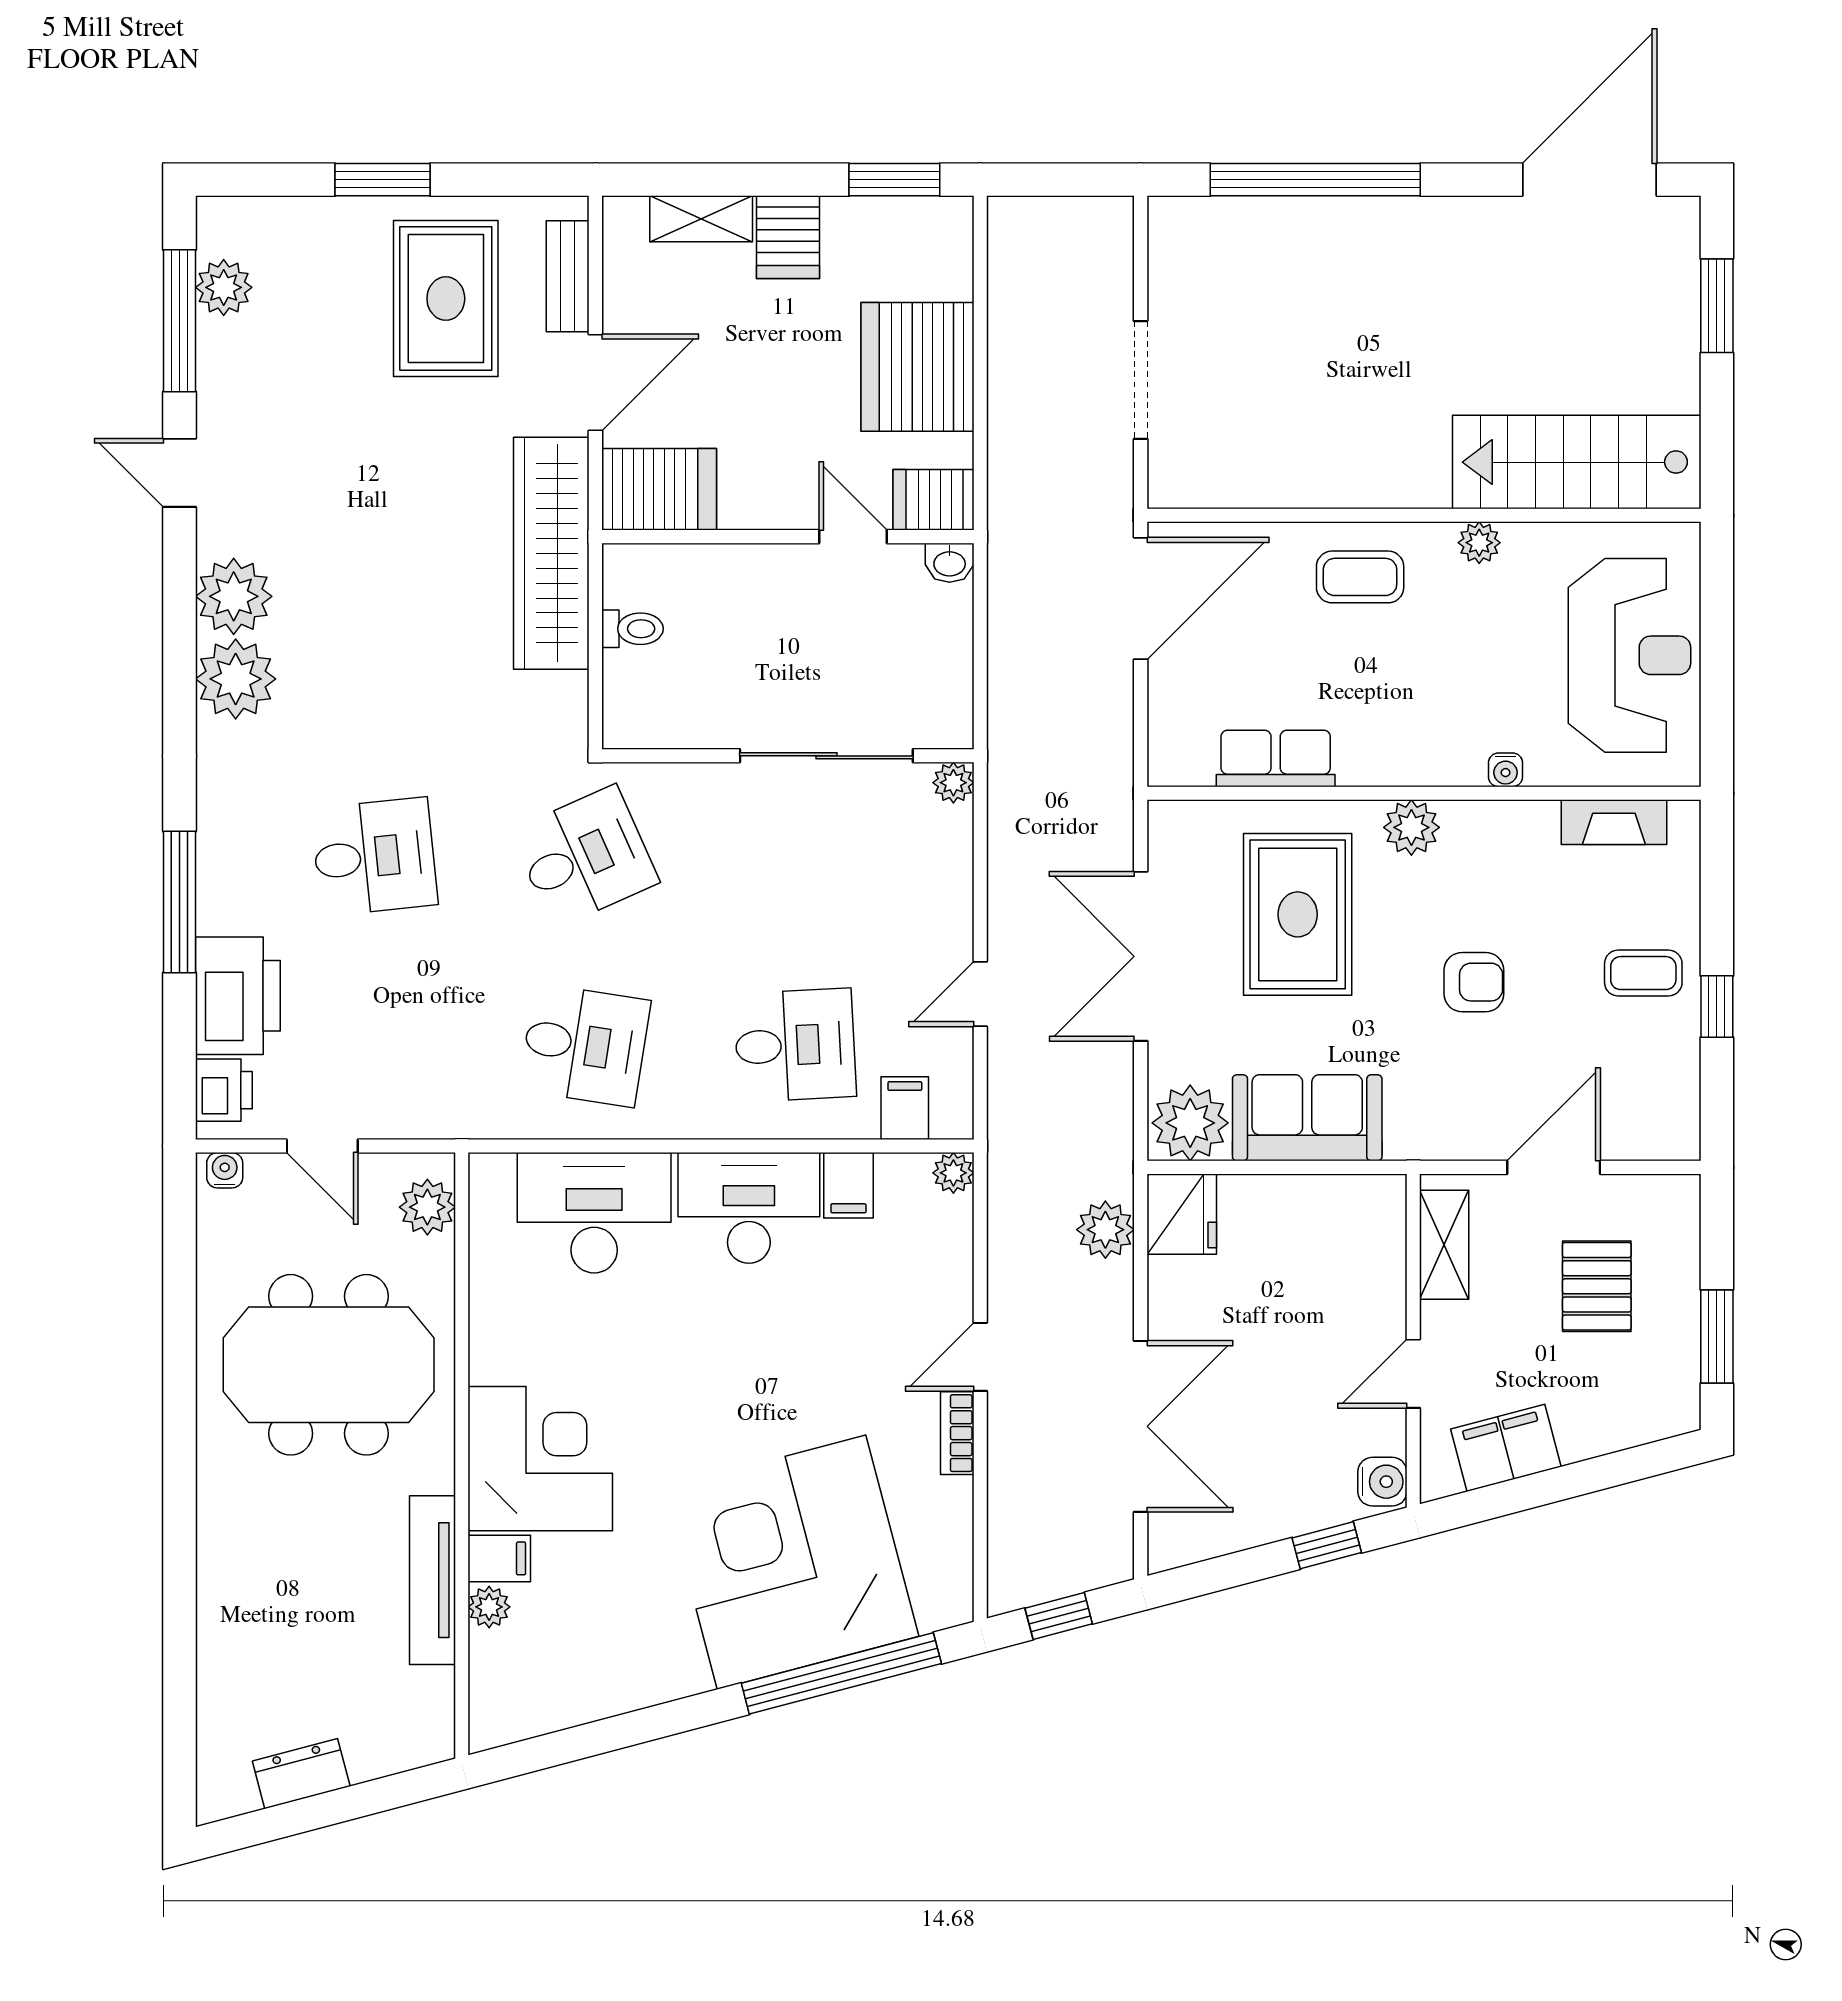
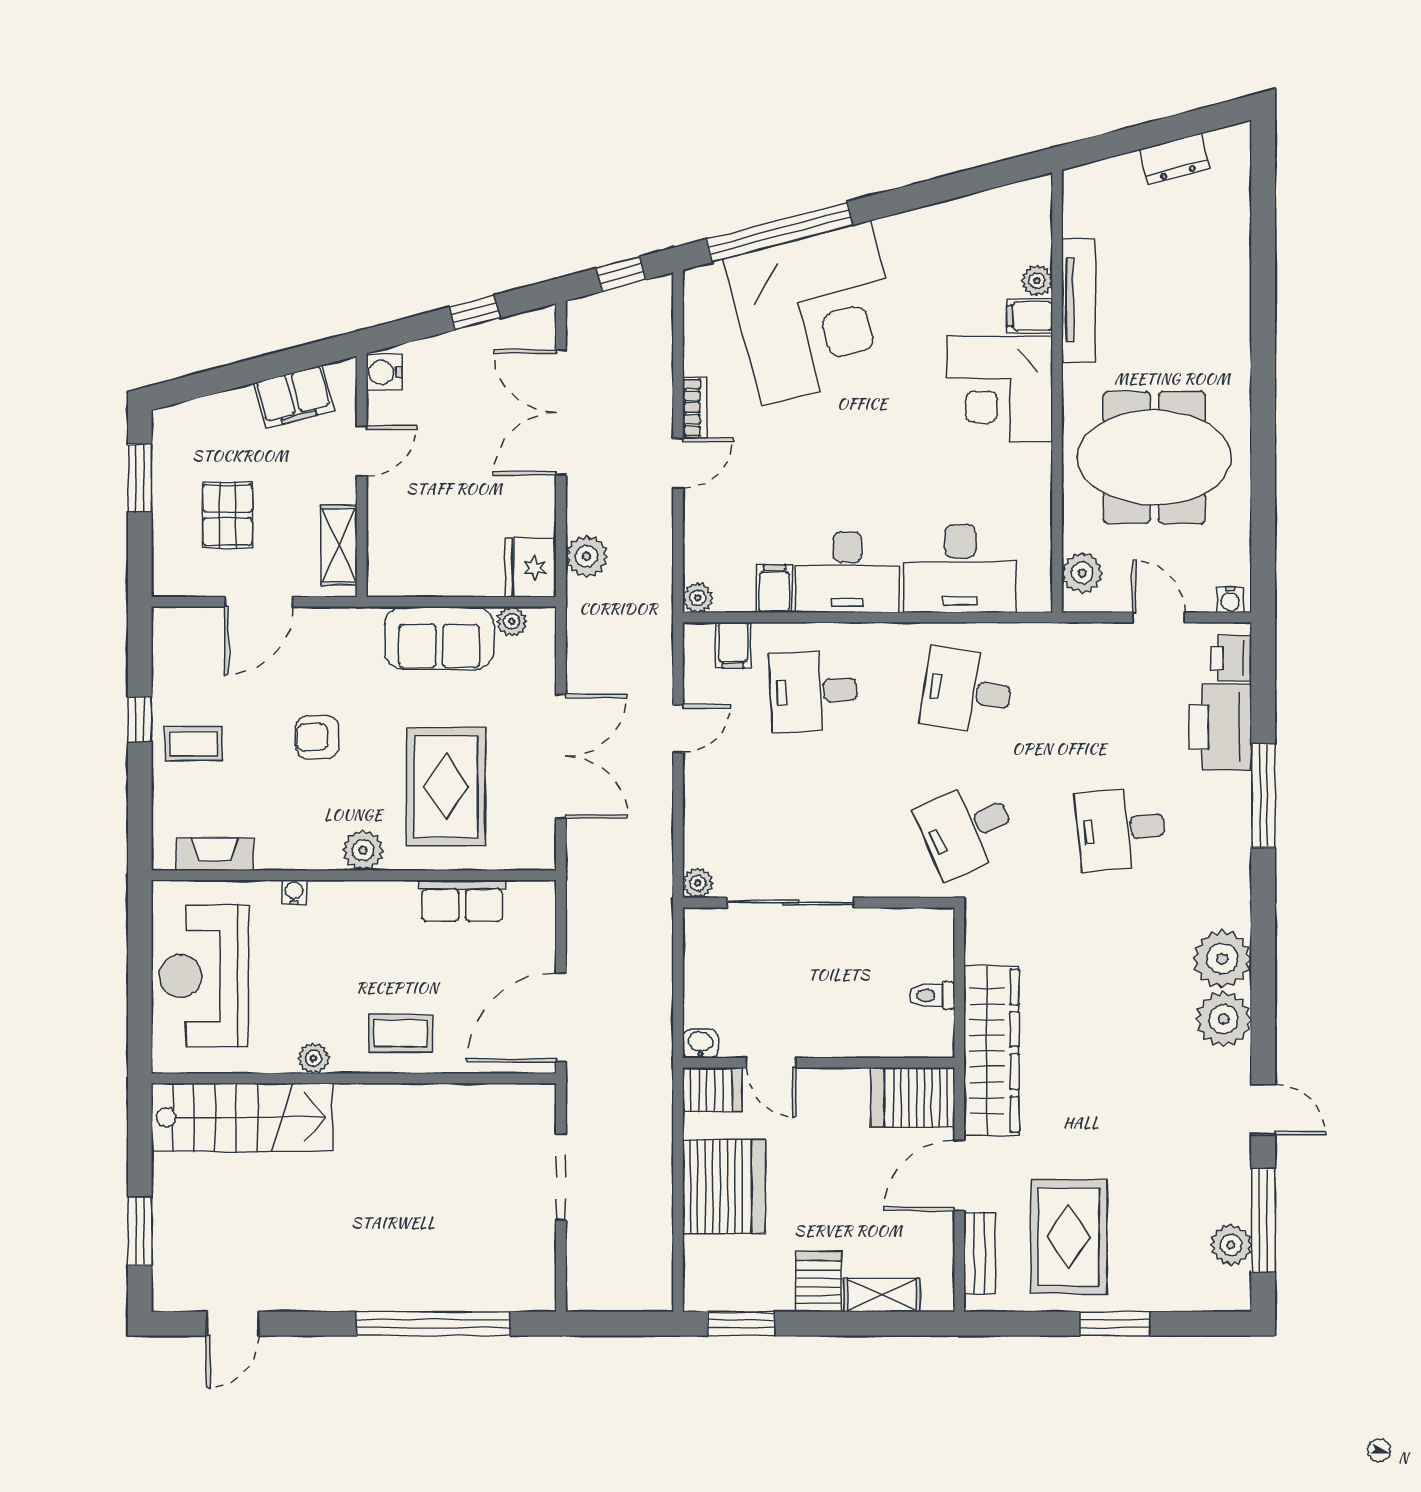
door: (1589, 180) -> (233, 1324), width x0.53
plant: (1190, 1123) -> (512, 621), width x0.53, depth x0.53
window: (1327, 1545) -> (475, 313), moved

